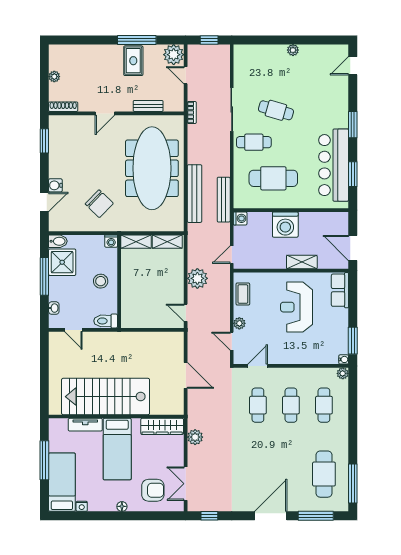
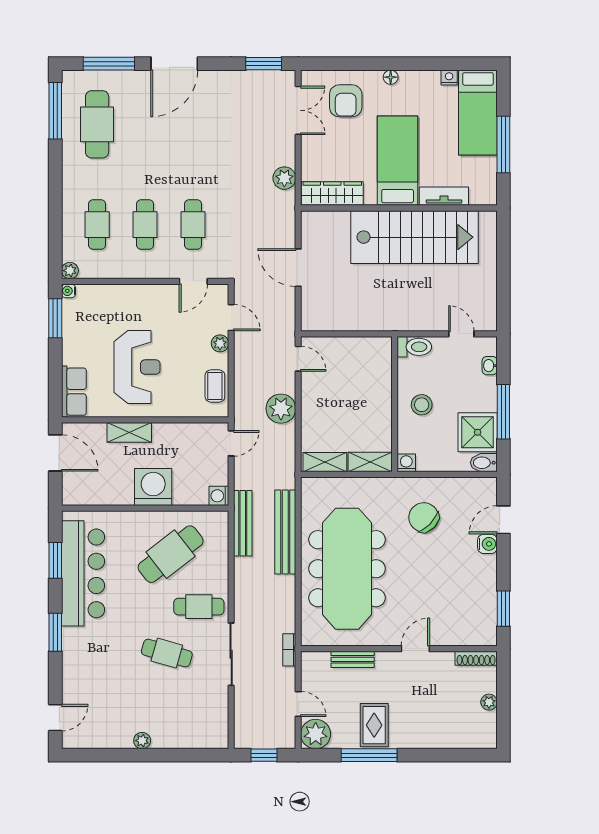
cafe table: (273, 178) -> (171, 554), turned -38
armchair: (153, 490) -> (346, 101), turned -90
window: (209, 516) -> (264, 64), width x1.50

